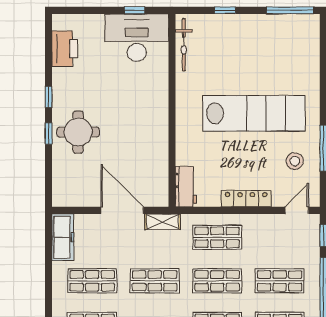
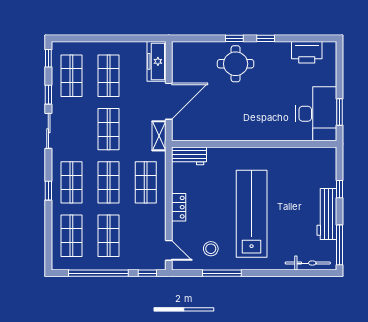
window: (135, 10) -> (339, 112), width x1.50
workbench: (254, 25) -> (327, 214), added
bicycle: (184, 45) -> (308, 263), moved, turned 180
lab bench: (254, 113) -> (252, 214), turned 180
locker: (246, 199) -> (179, 207), width x0.66
freezer: (63, 237) -> (156, 61), moved, turned 90

